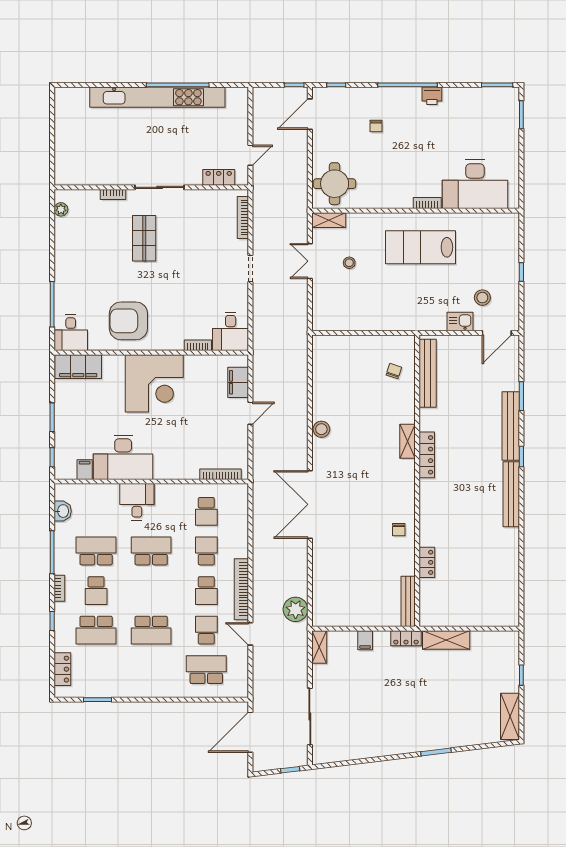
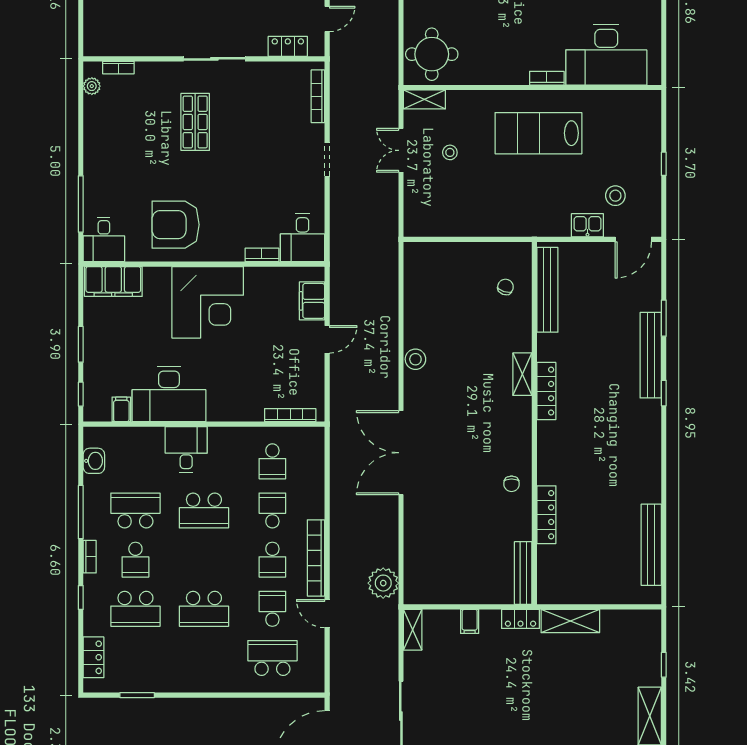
bookcase: (113, 194) -> (118, 68), moved
bench: (511, 494) -> (651, 545), moved
school desk: (151, 551) -> (204, 510), turned 180
locker: (427, 562) -> (546, 515), width x1.53

